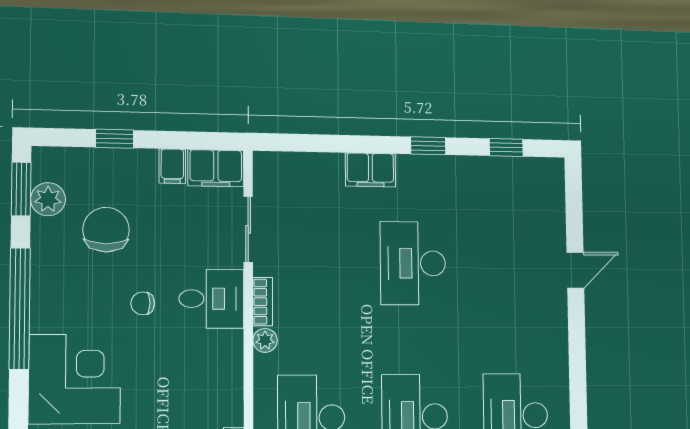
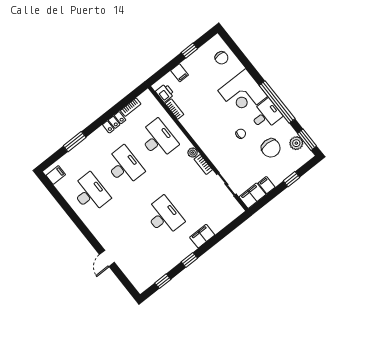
desk: (211, 299) -> (266, 115), moved, turned 180

